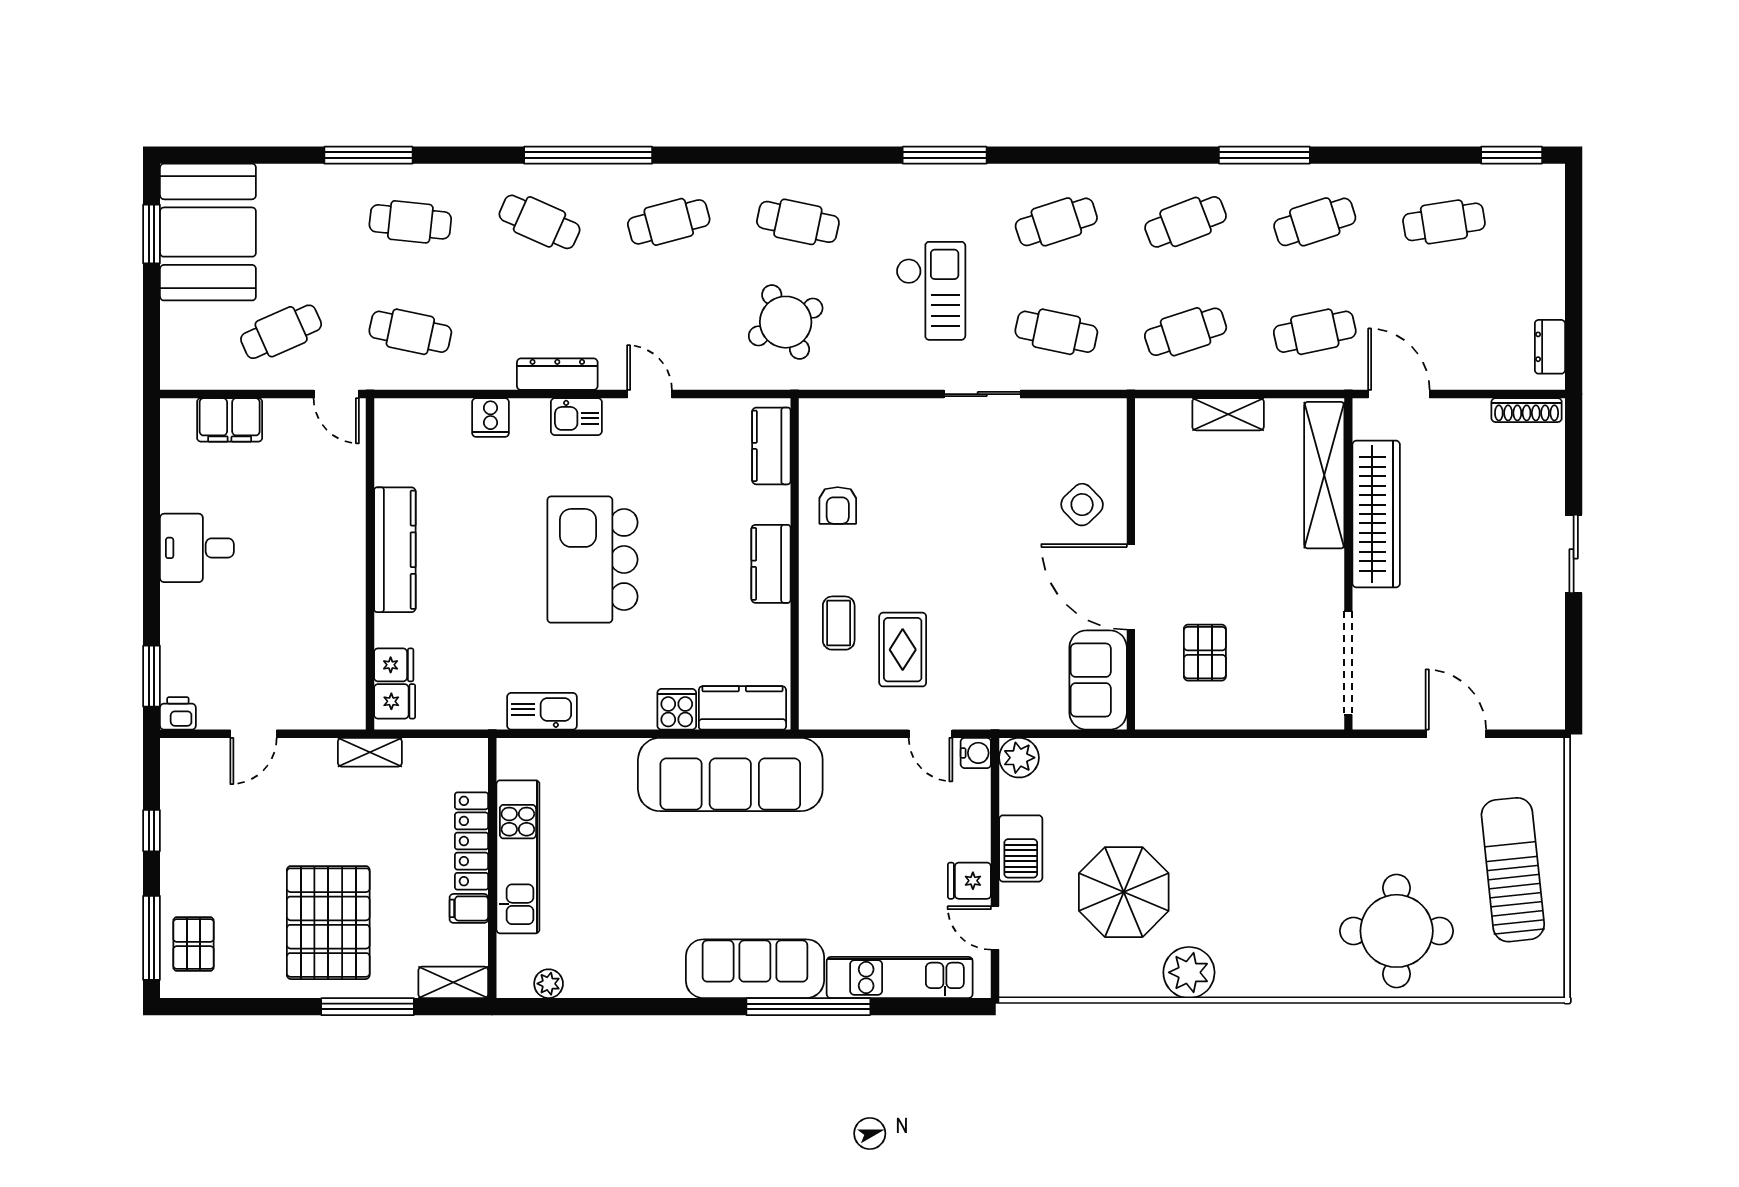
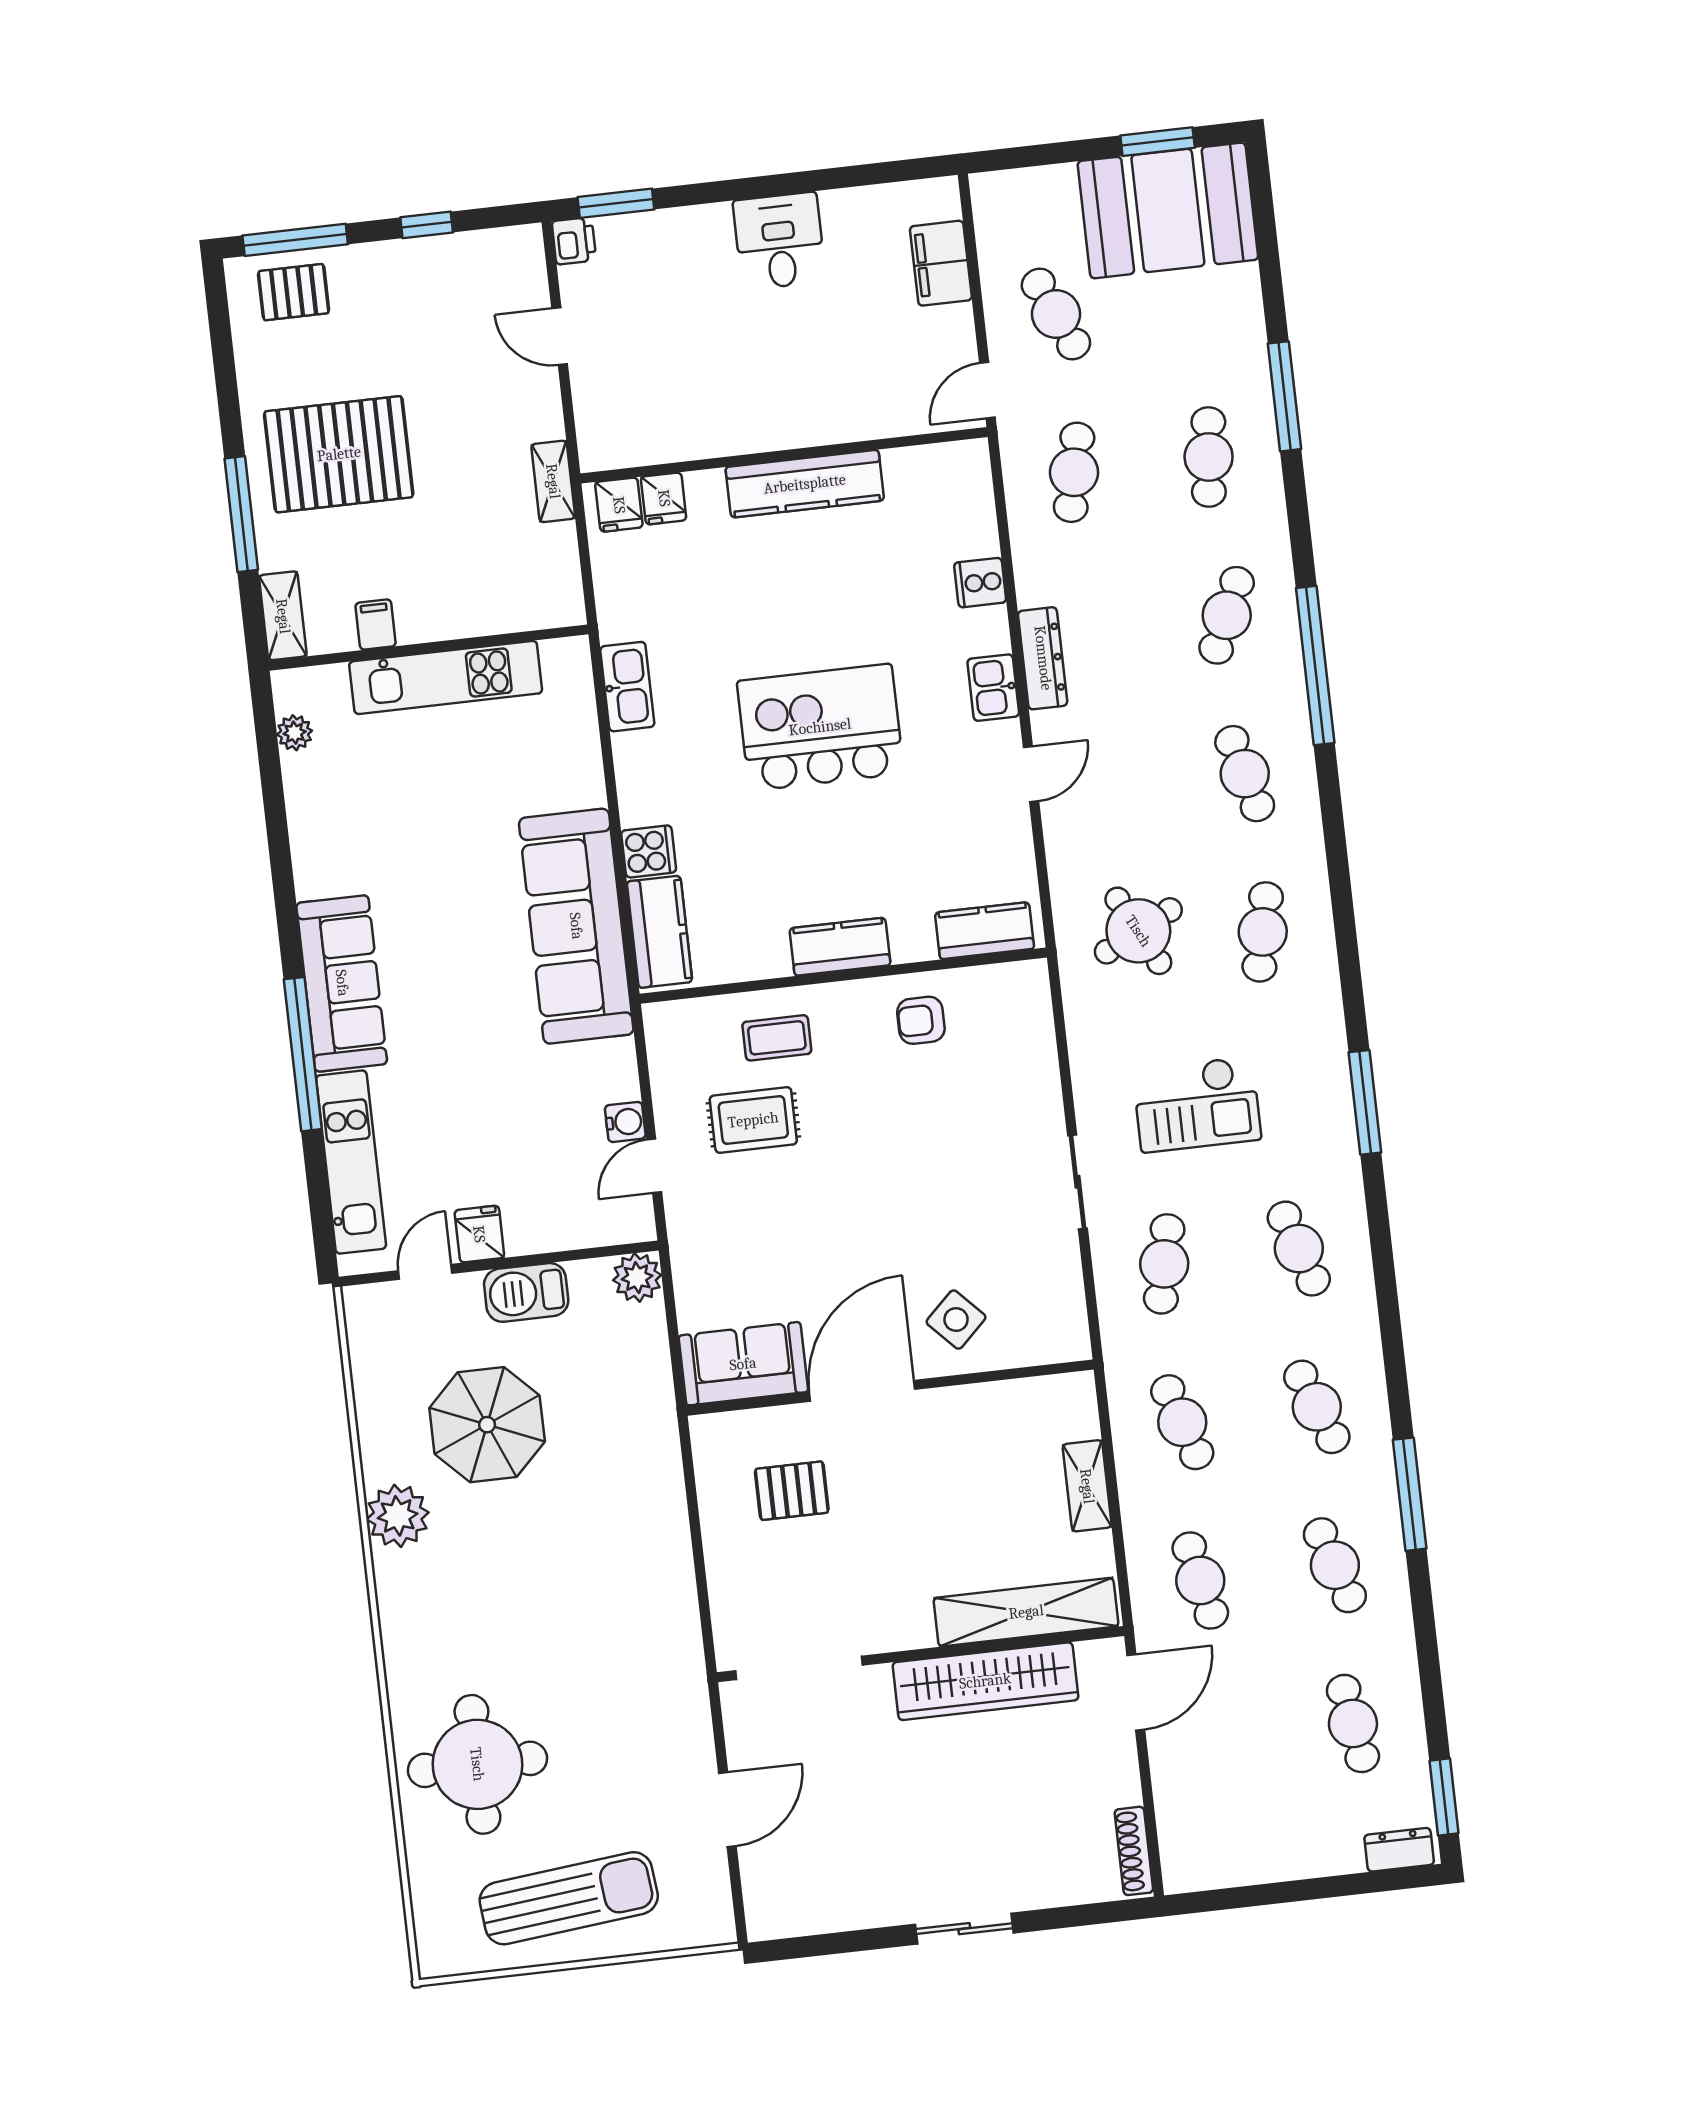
dresser: (1550, 347) -> (1399, 1850), moved
water cooler: (976, 753) -> (625, 1122), moved, turned -90
locker: (472, 841) -> (459, 618), removed

